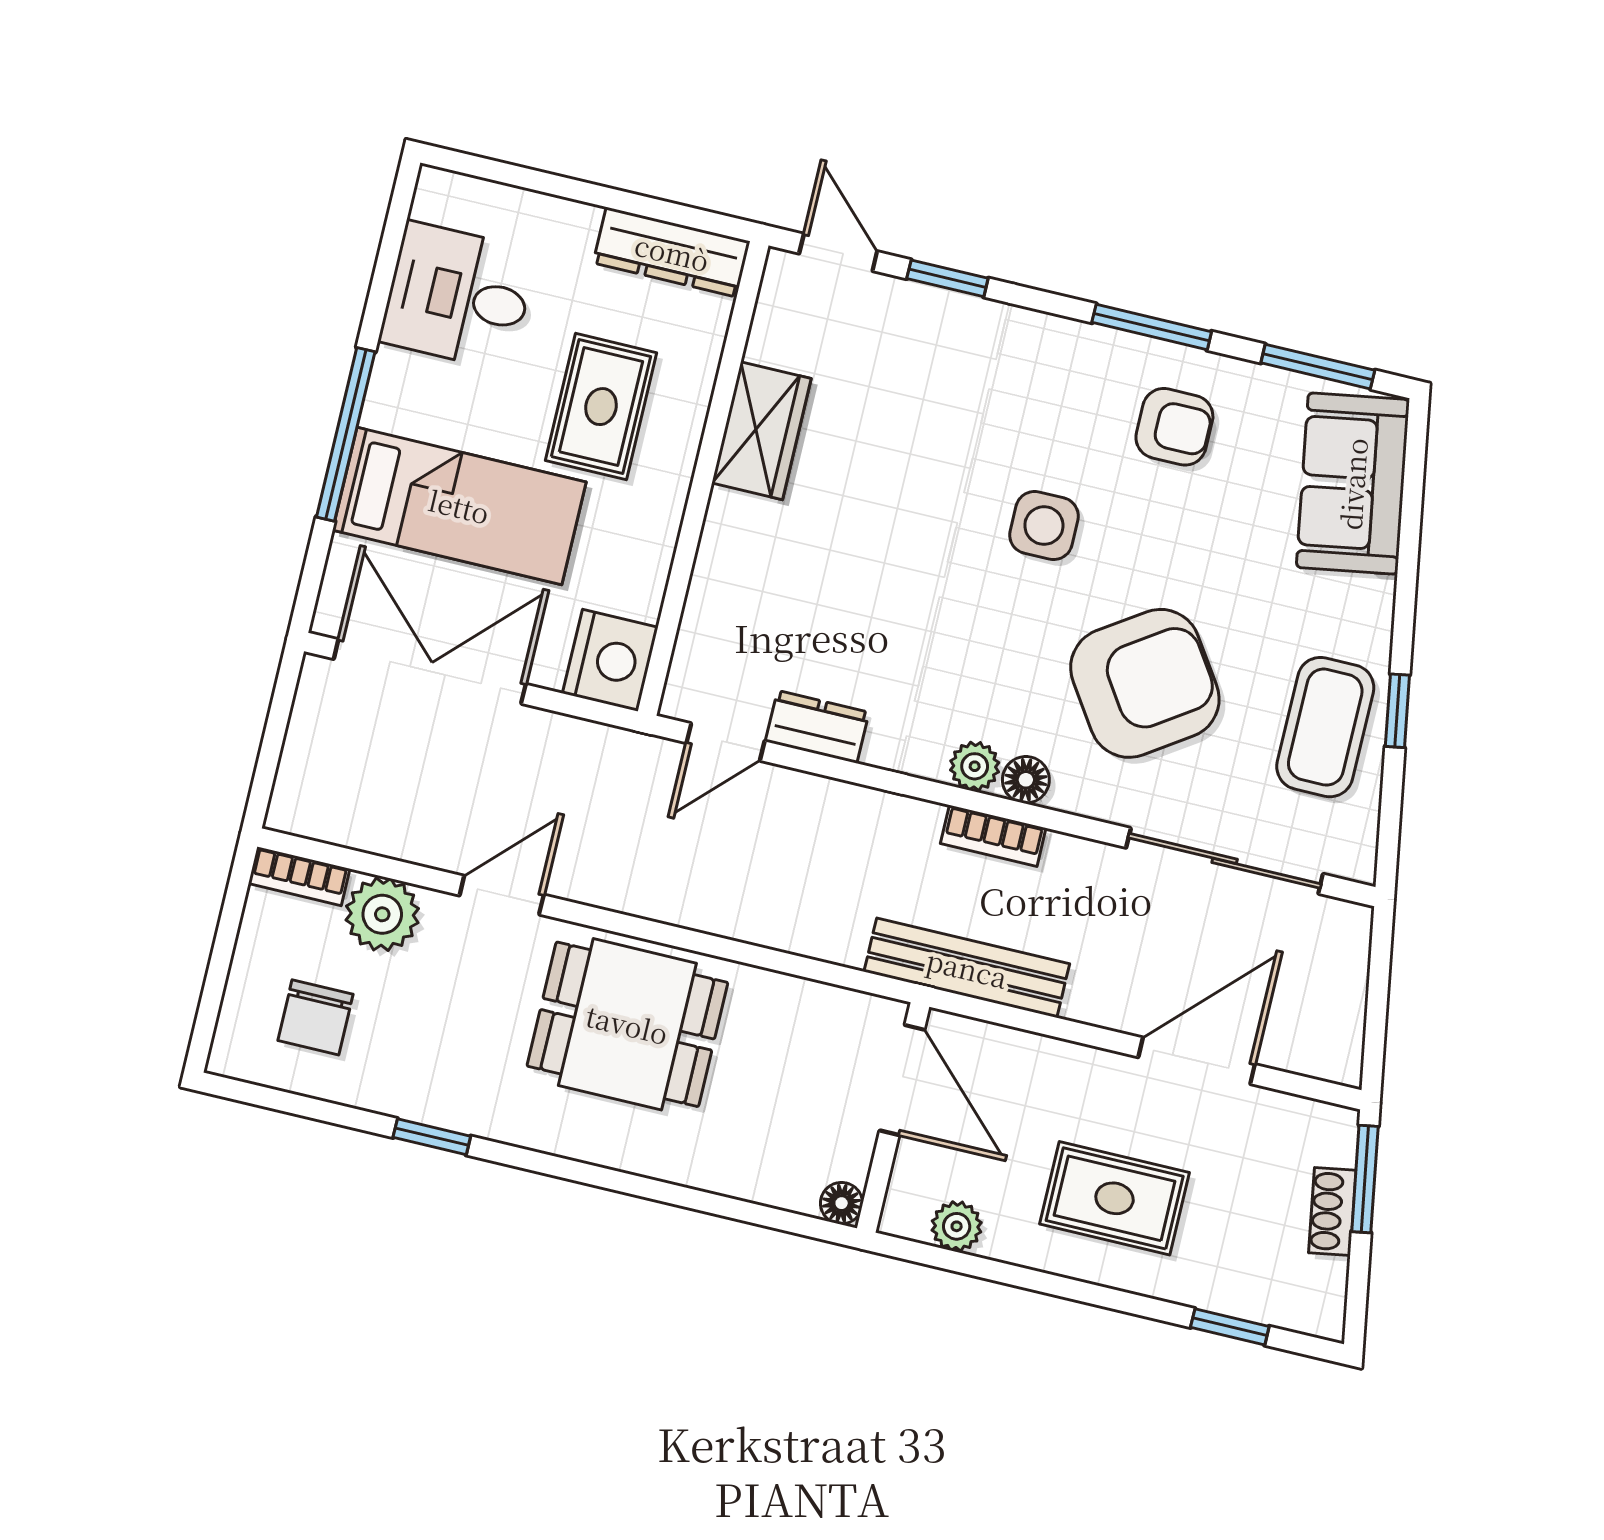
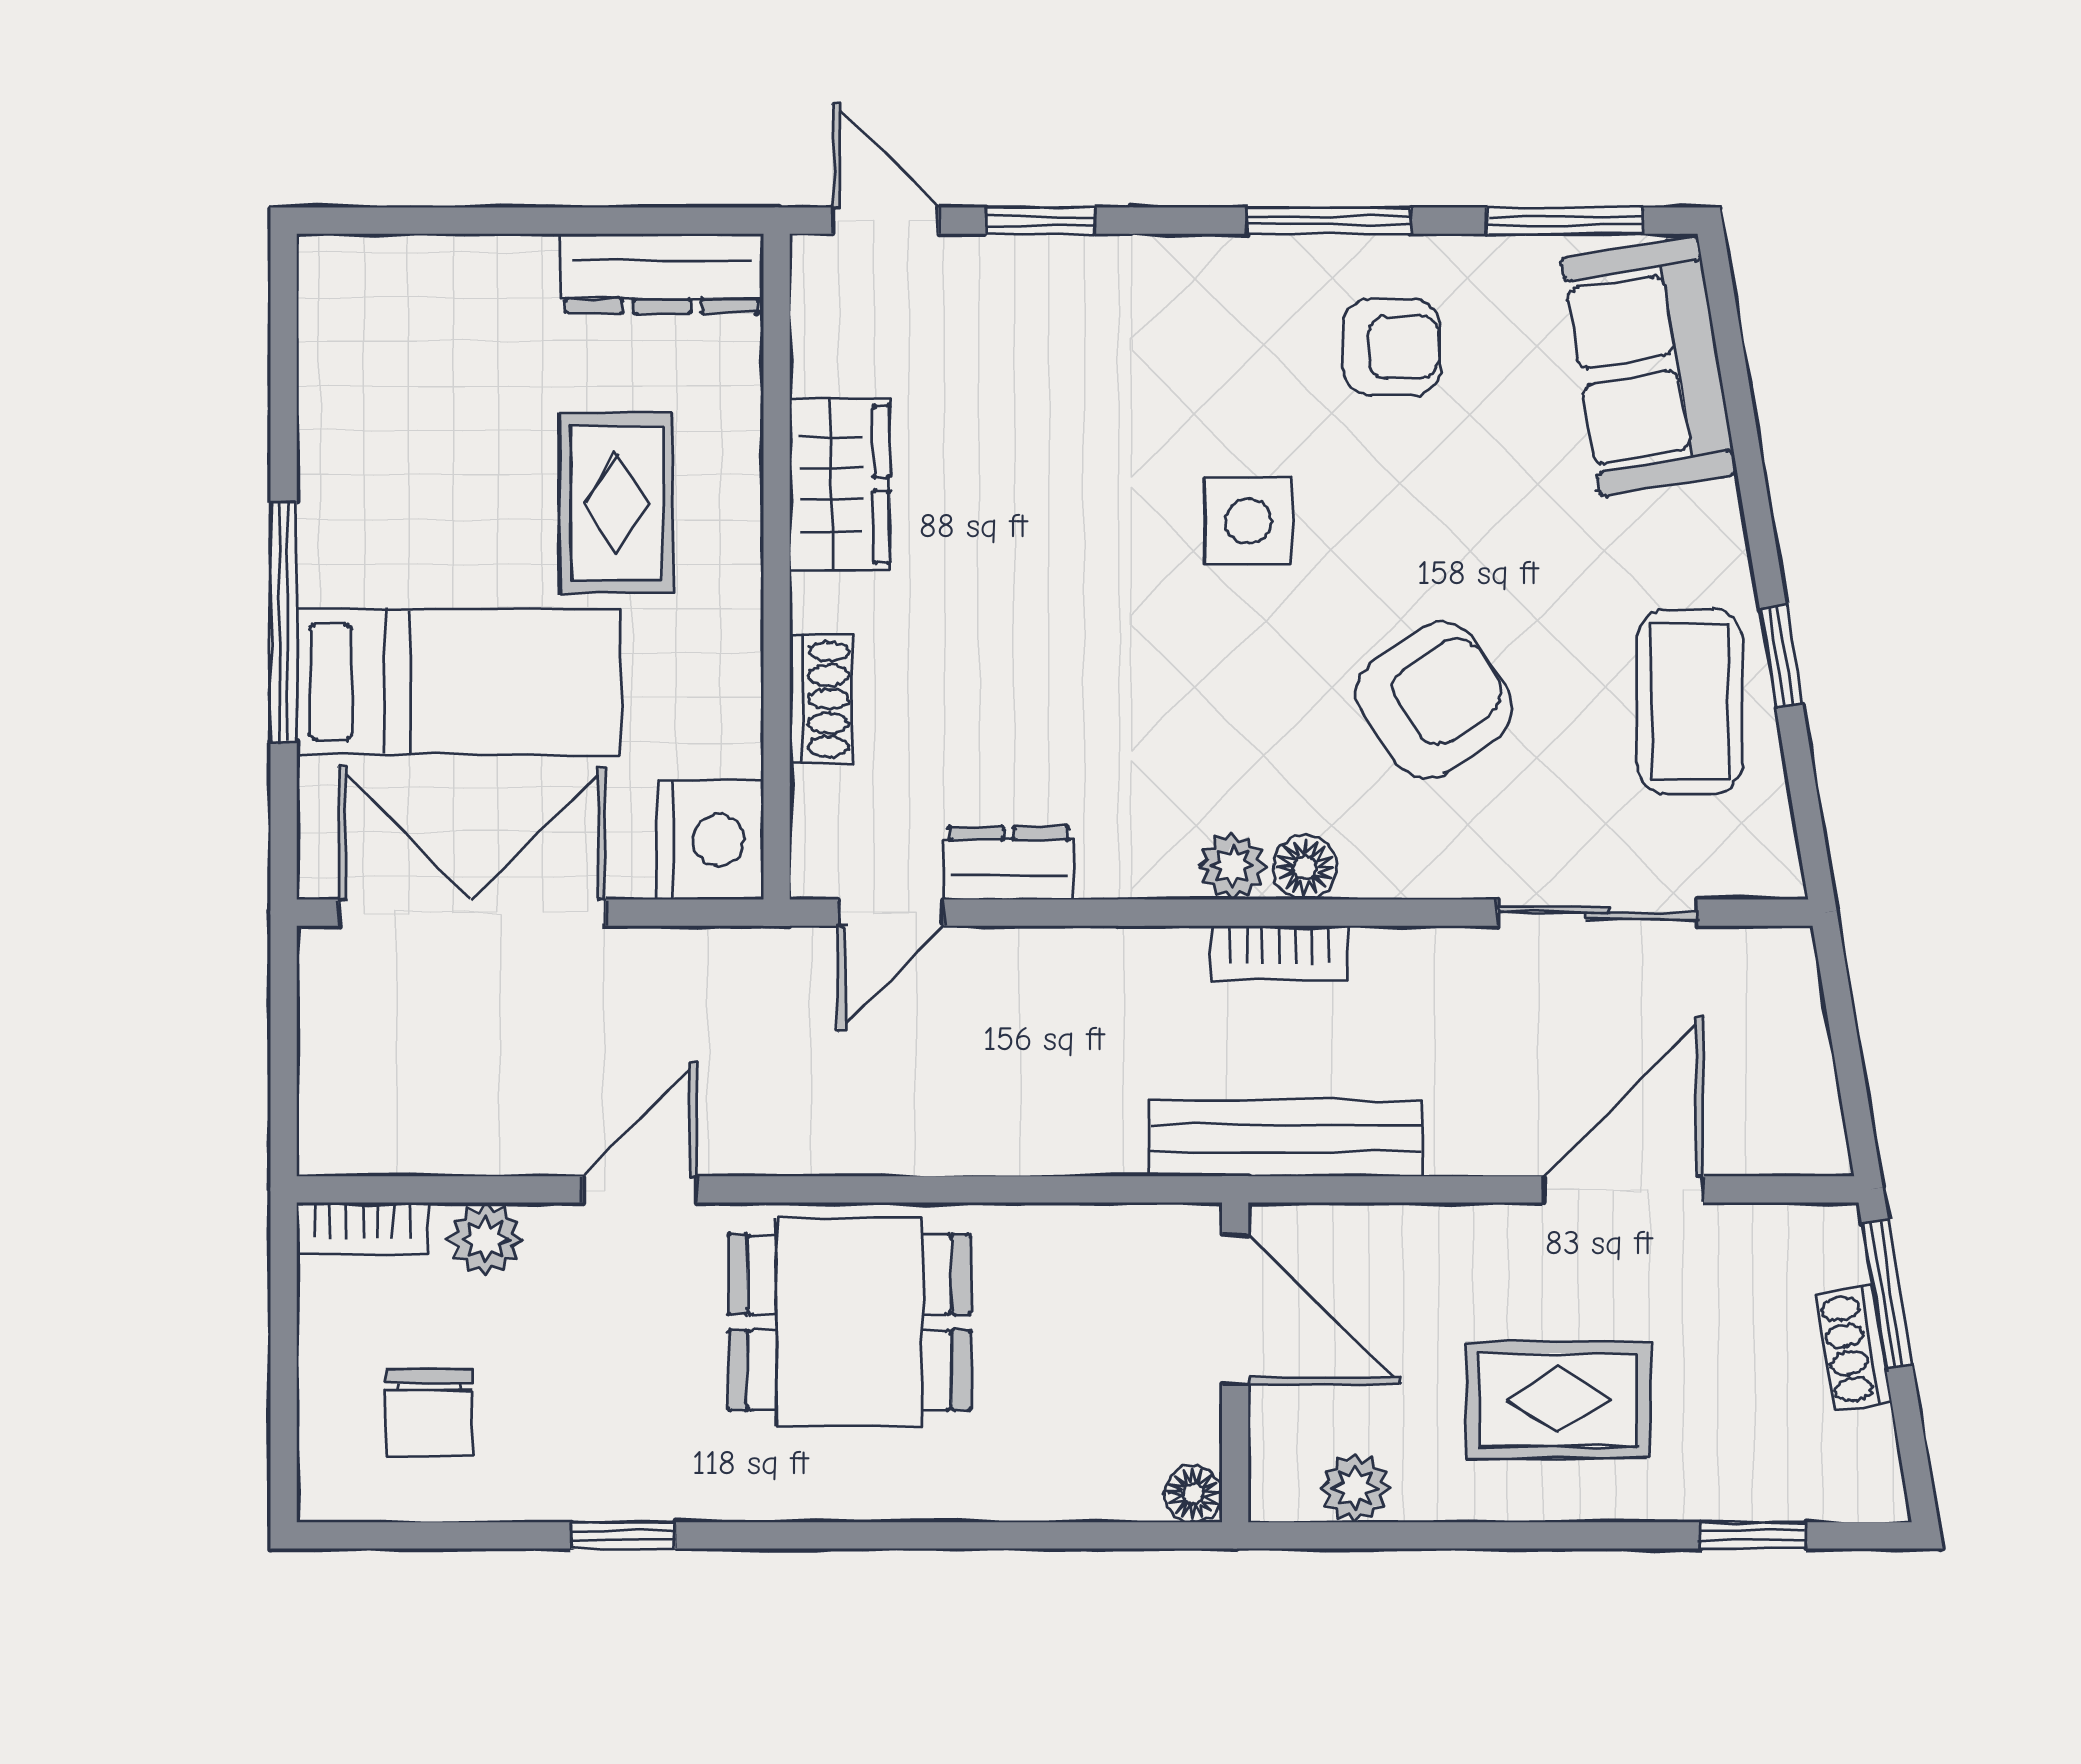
desk: (458, 296) -> (390, 401), removed
shoe rack: (712, 579) -> (821, 699), added
armchair: (1145, 683) -> (1434, 700), width x0.73, depth x0.73
sliding door: (1225, 861) -> (1597, 913), width x0.73
plant: (382, 914) -> (486, 1239), width x0.73, depth x0.73

